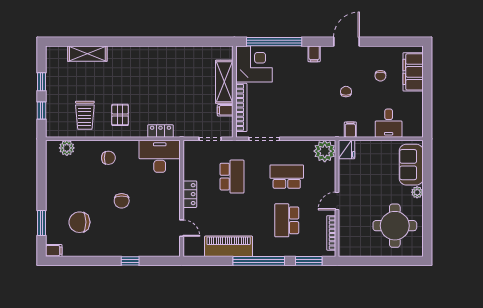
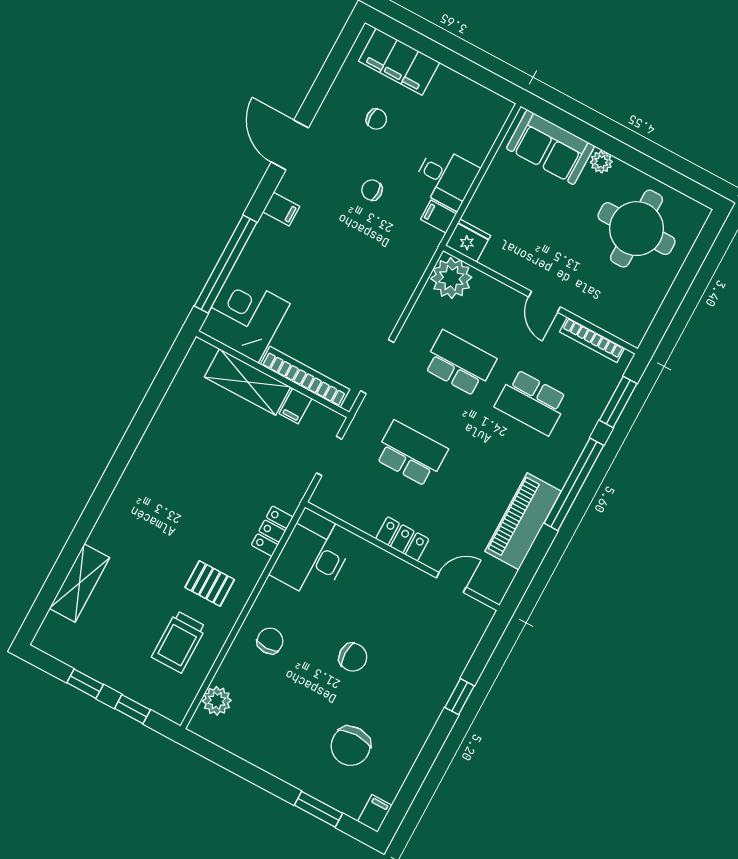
trolley: (85, 115) -> (179, 642), turned 90
desk: (389, 123) -> (446, 178), moved
school desk: (287, 177) -> (460, 363), turned 90

